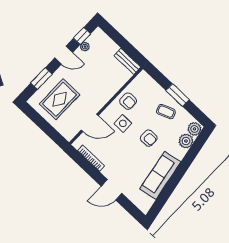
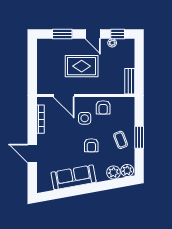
rug: (60, 99) -> (82, 66), moved

